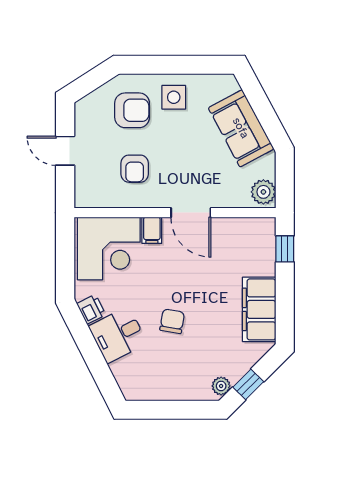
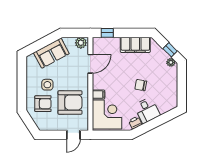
side table: (174, 97) -> (47, 85), moved
armchair: (132, 110) -> (43, 104), turned 90
door: (65, 151) -> (73, 135), moved
armchair: (135, 169) -> (70, 102), width x1.88, depth x1.88
door: (191, 213) -> (90, 64), moved

